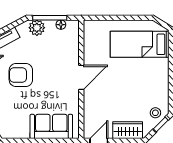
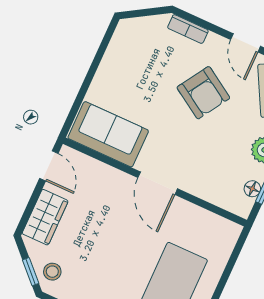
armchair: (21, 75) -> (203, 93), turned 122
sofa: (51, 126) -> (108, 134), moved, turned -90

